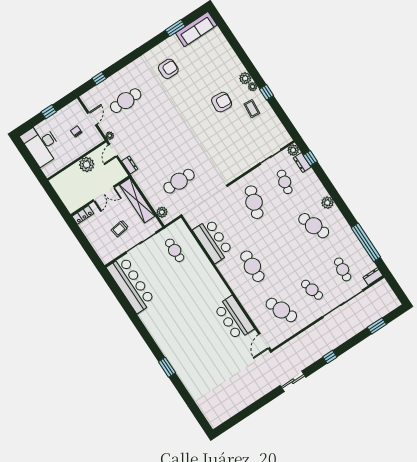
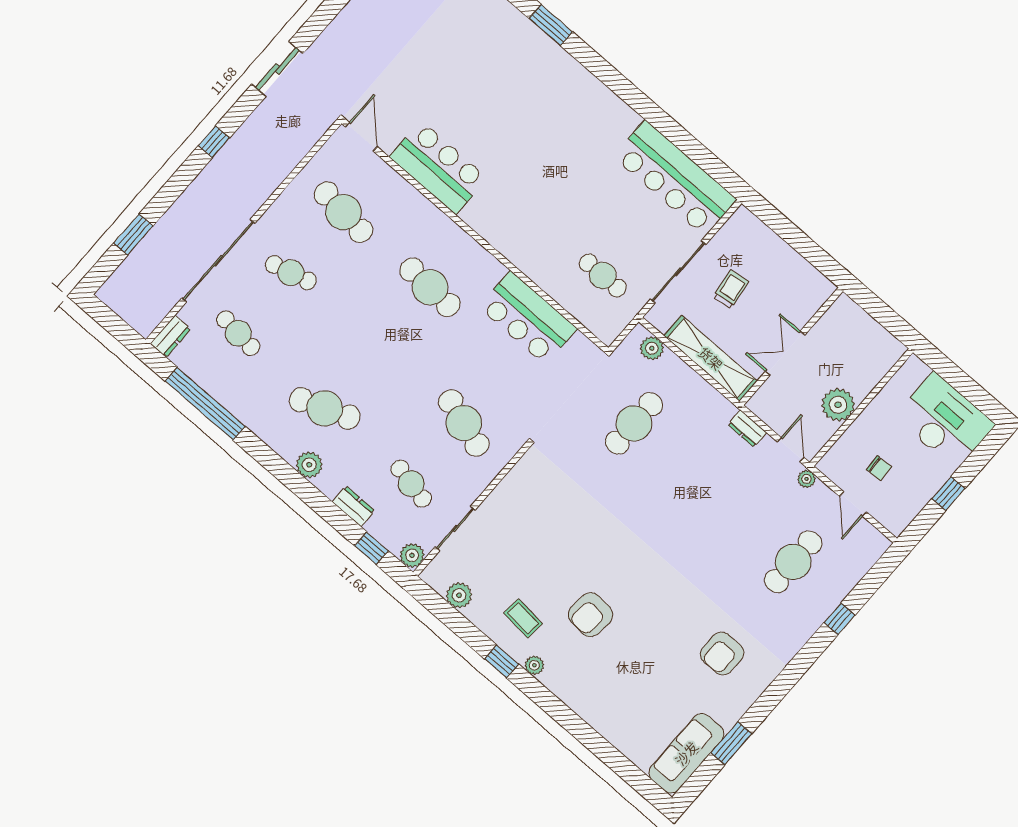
window: (99, 78) -> (840, 619), moved
plant: (245, 78) -> (459, 595), moved
dresser: (302, 162) -> (354, 506), moved
locker: (83, 215) -> (816, 297), removed
cafe table: (281, 310) -> (344, 212), turned 30

